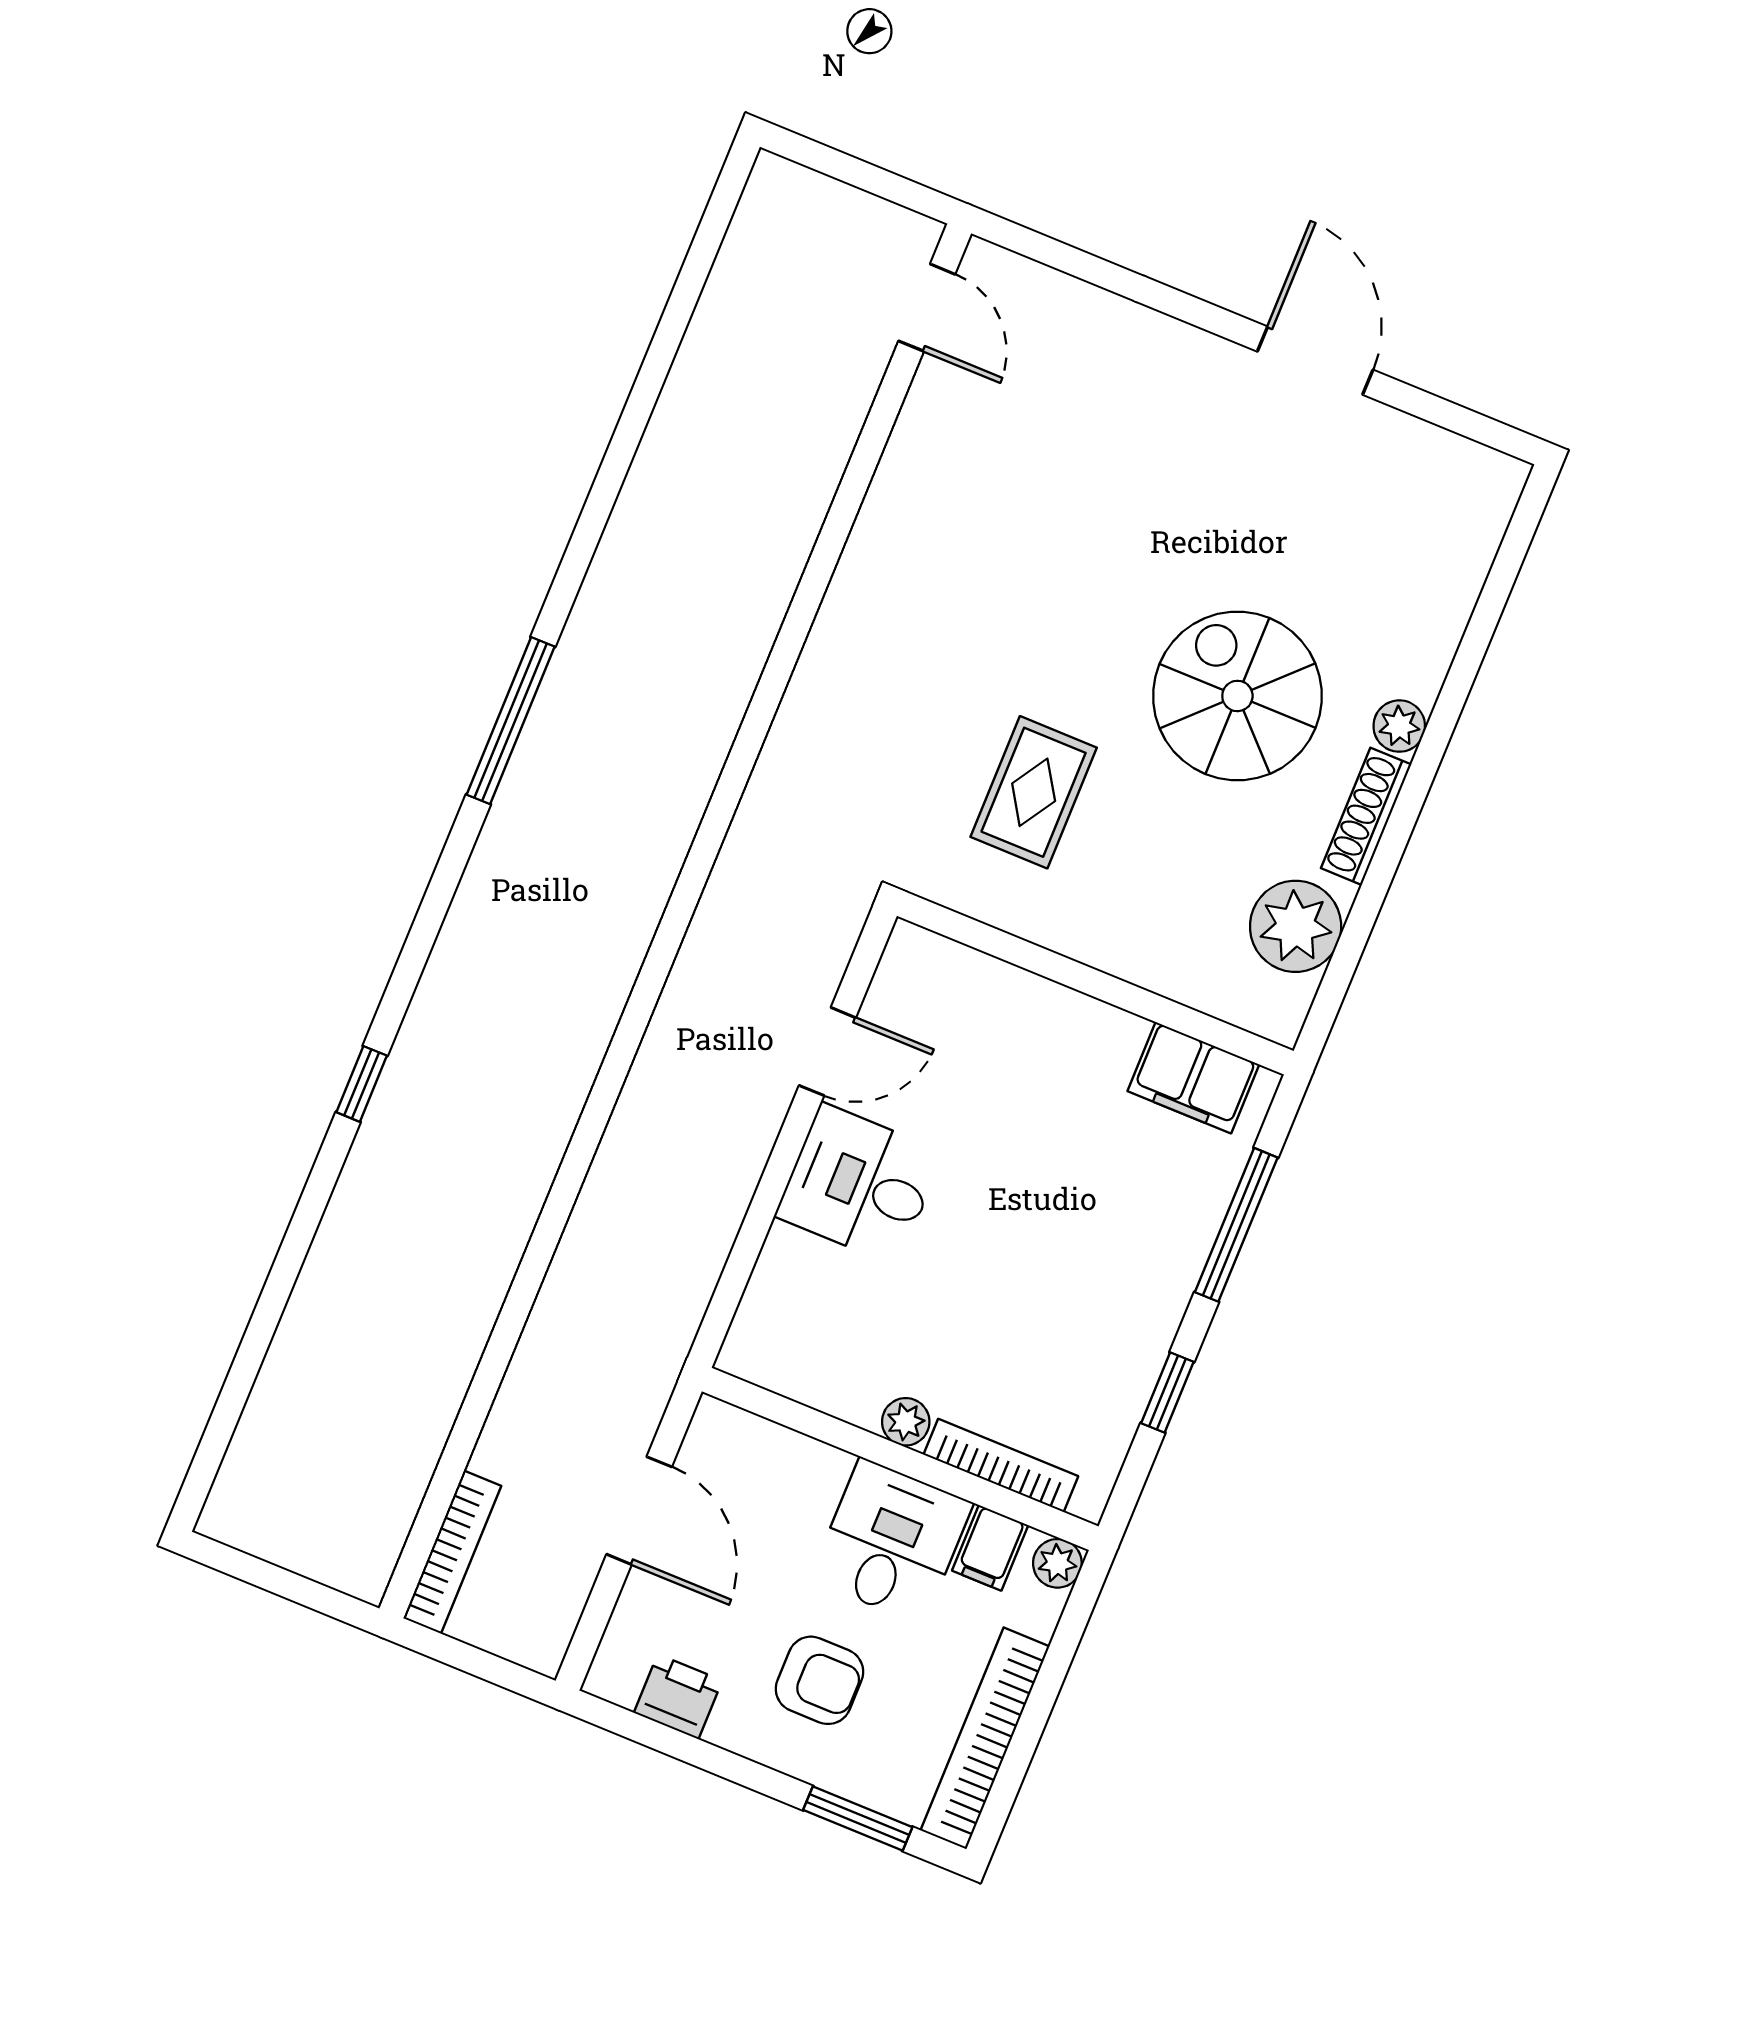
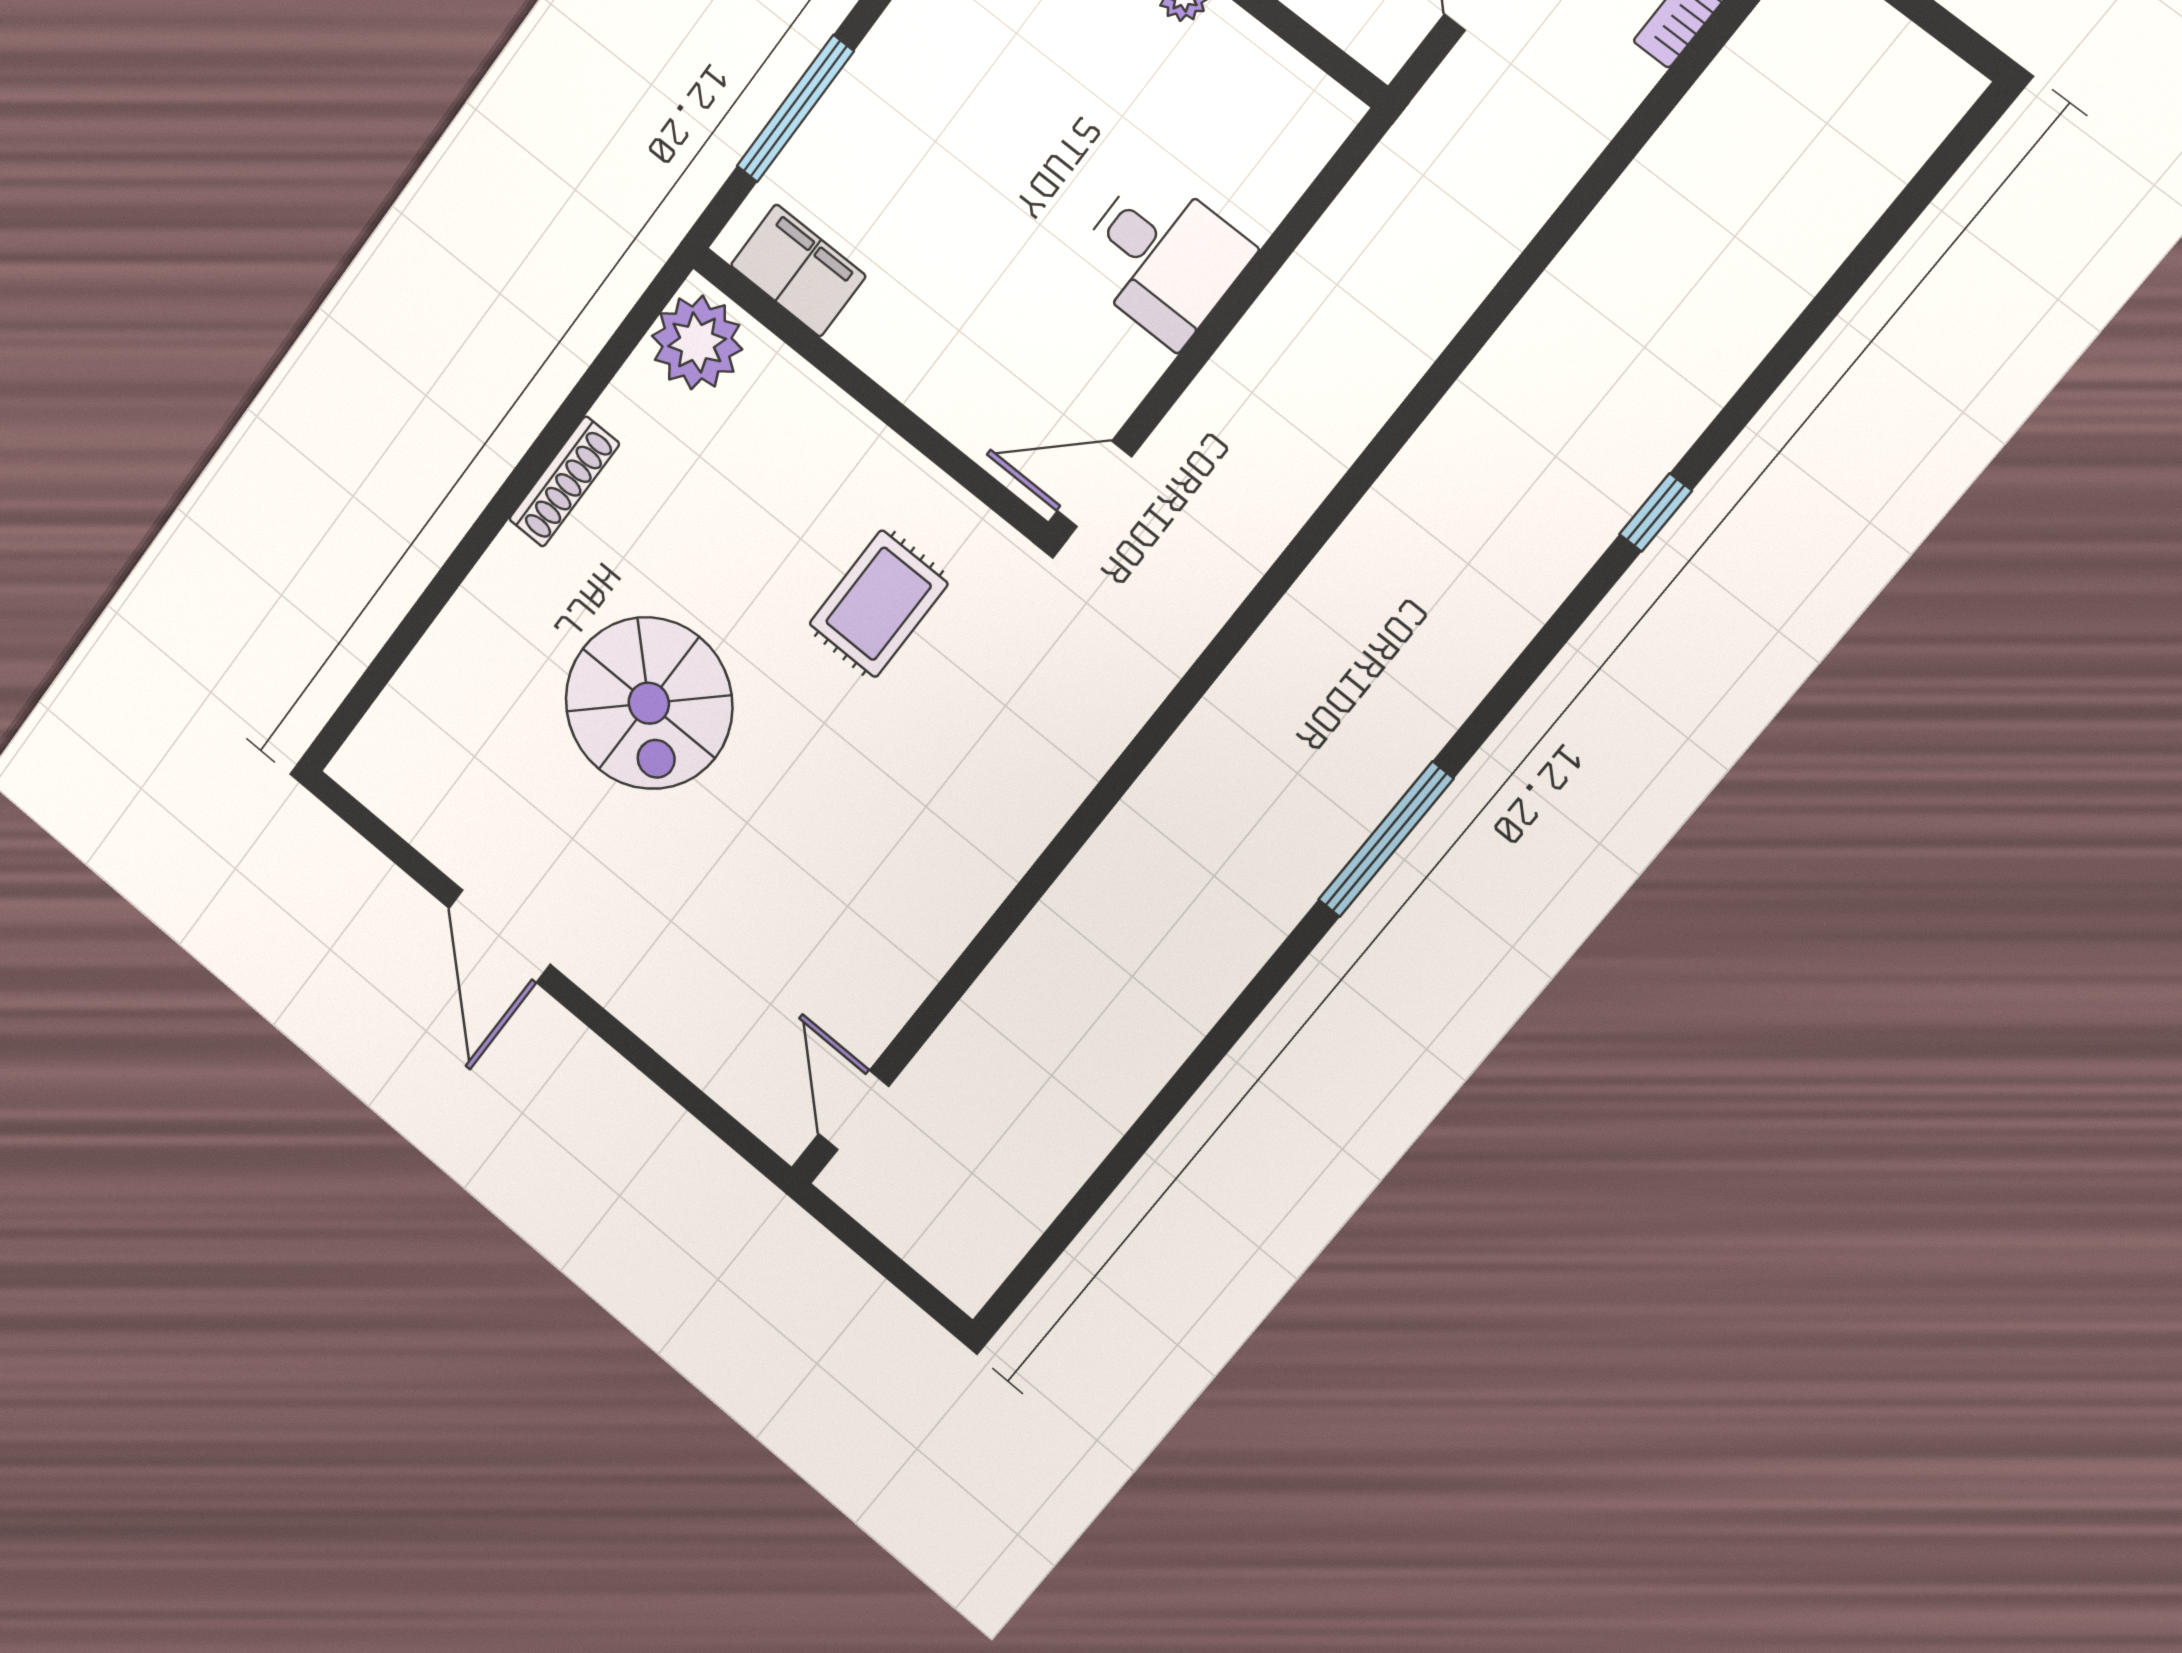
spiral stairs: (1237, 696) -> (649, 703), moved
plant: (1399, 726) -> (511, 560), removed
plant: (1296, 926) -> (697, 342), moved
door: (827, 1052) -> (1094, 484), moved

